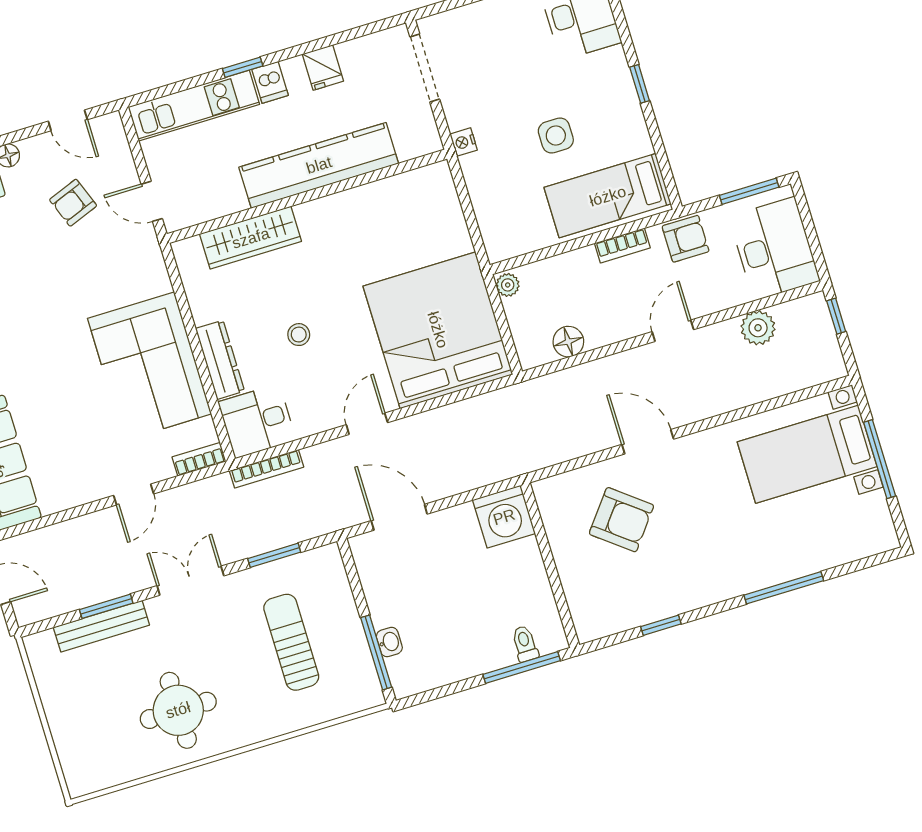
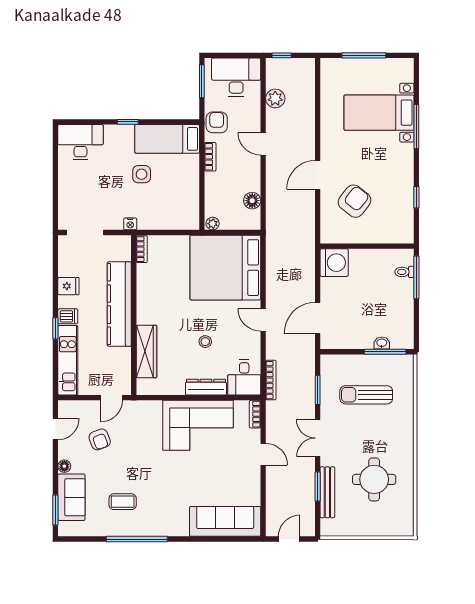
bookcase: (426, 175) -> (142, 249), added
bed: (608, 196) -> (167, 139), moved, turned 90
bed with nightstands: (807, 454) -> (379, 113), moved, turned 90
round table: (178, 710) -> (374, 479), moved

